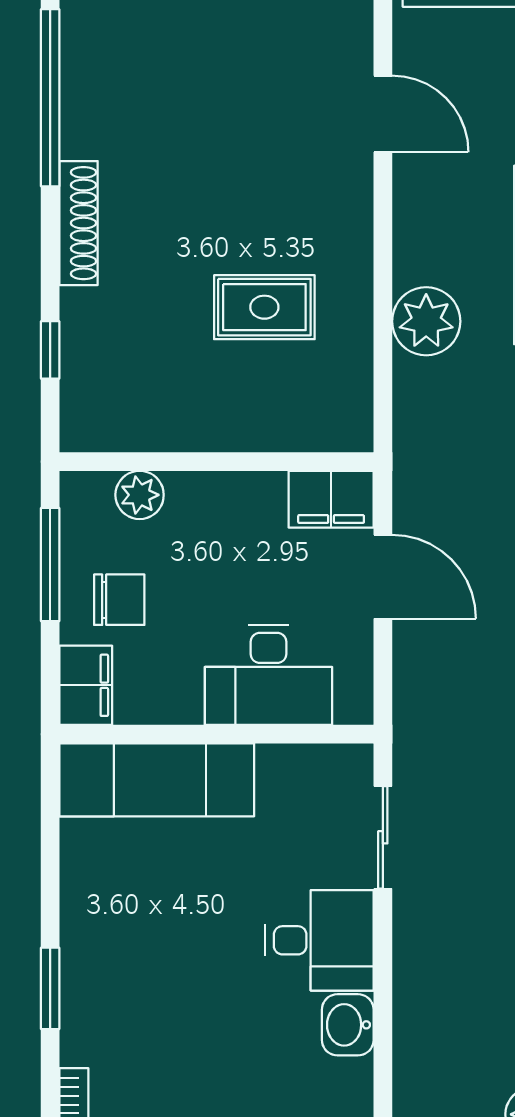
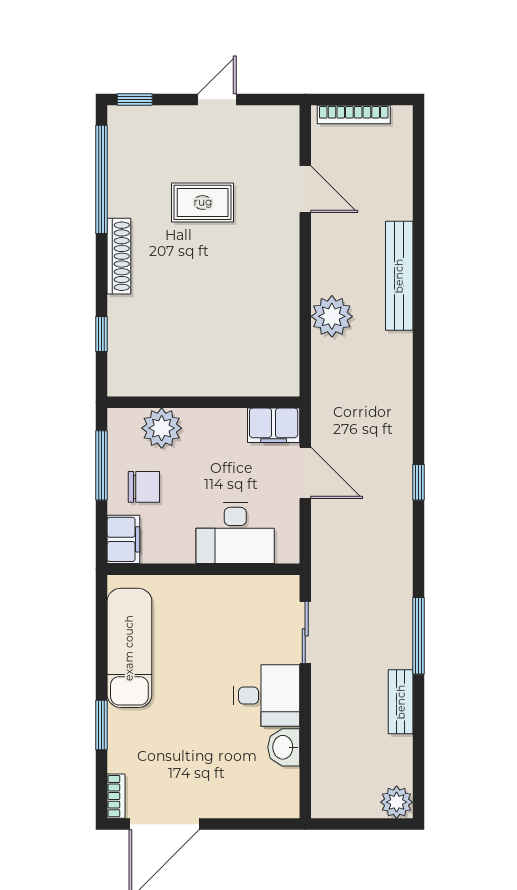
rug: (264, 307) -> (203, 202), moved
plant: (140, 495) -> (162, 428), width x1.36, depth x1.36
exam couch: (157, 780) -> (129, 648), moved, turned -90

